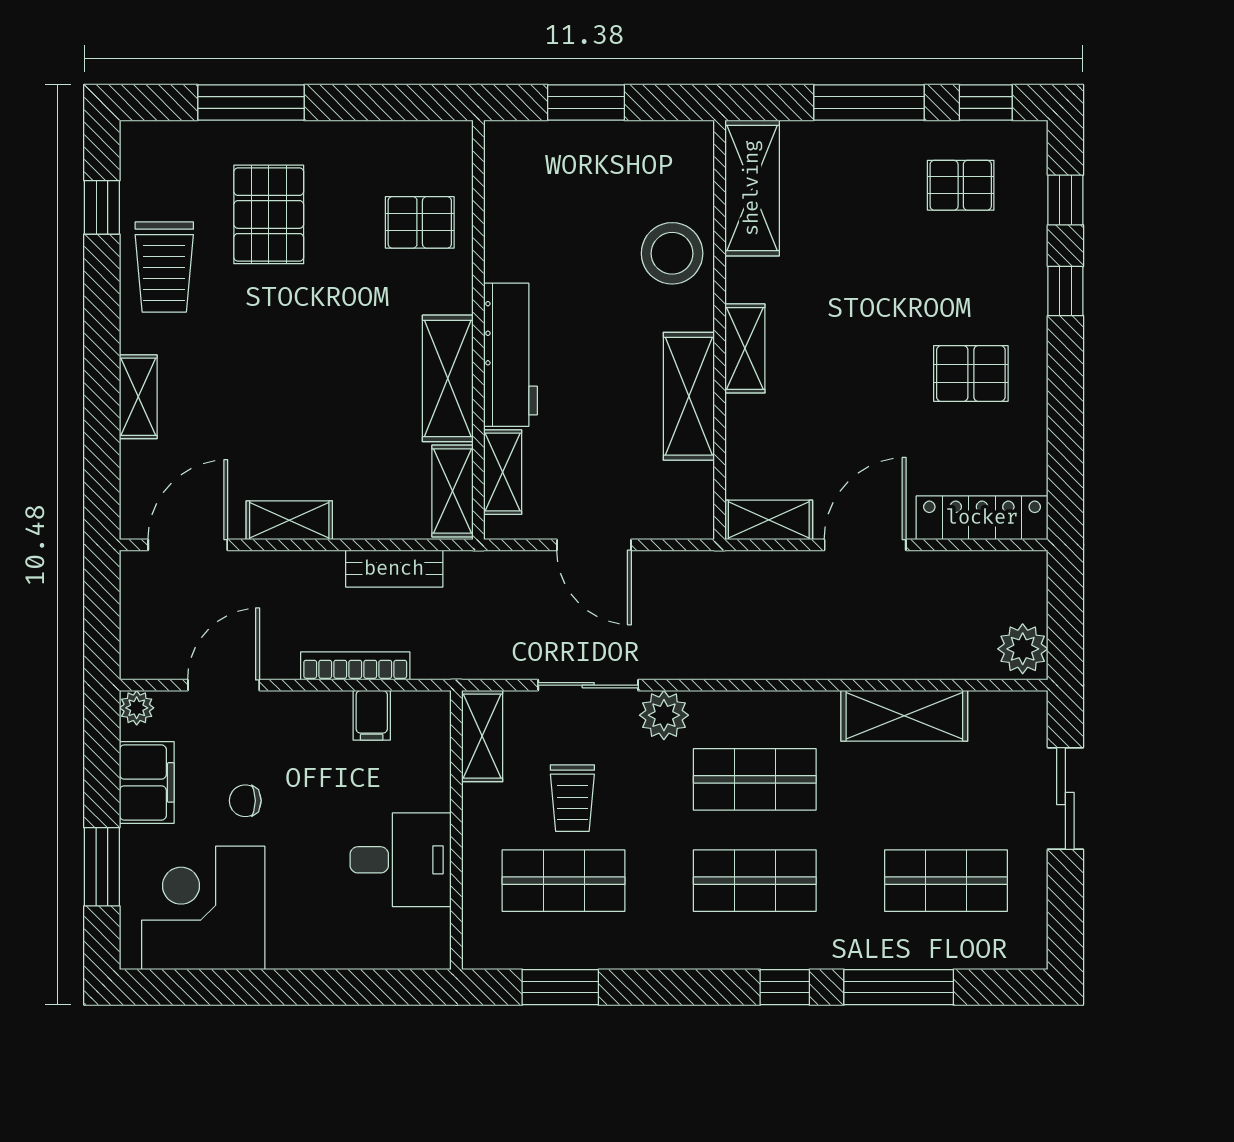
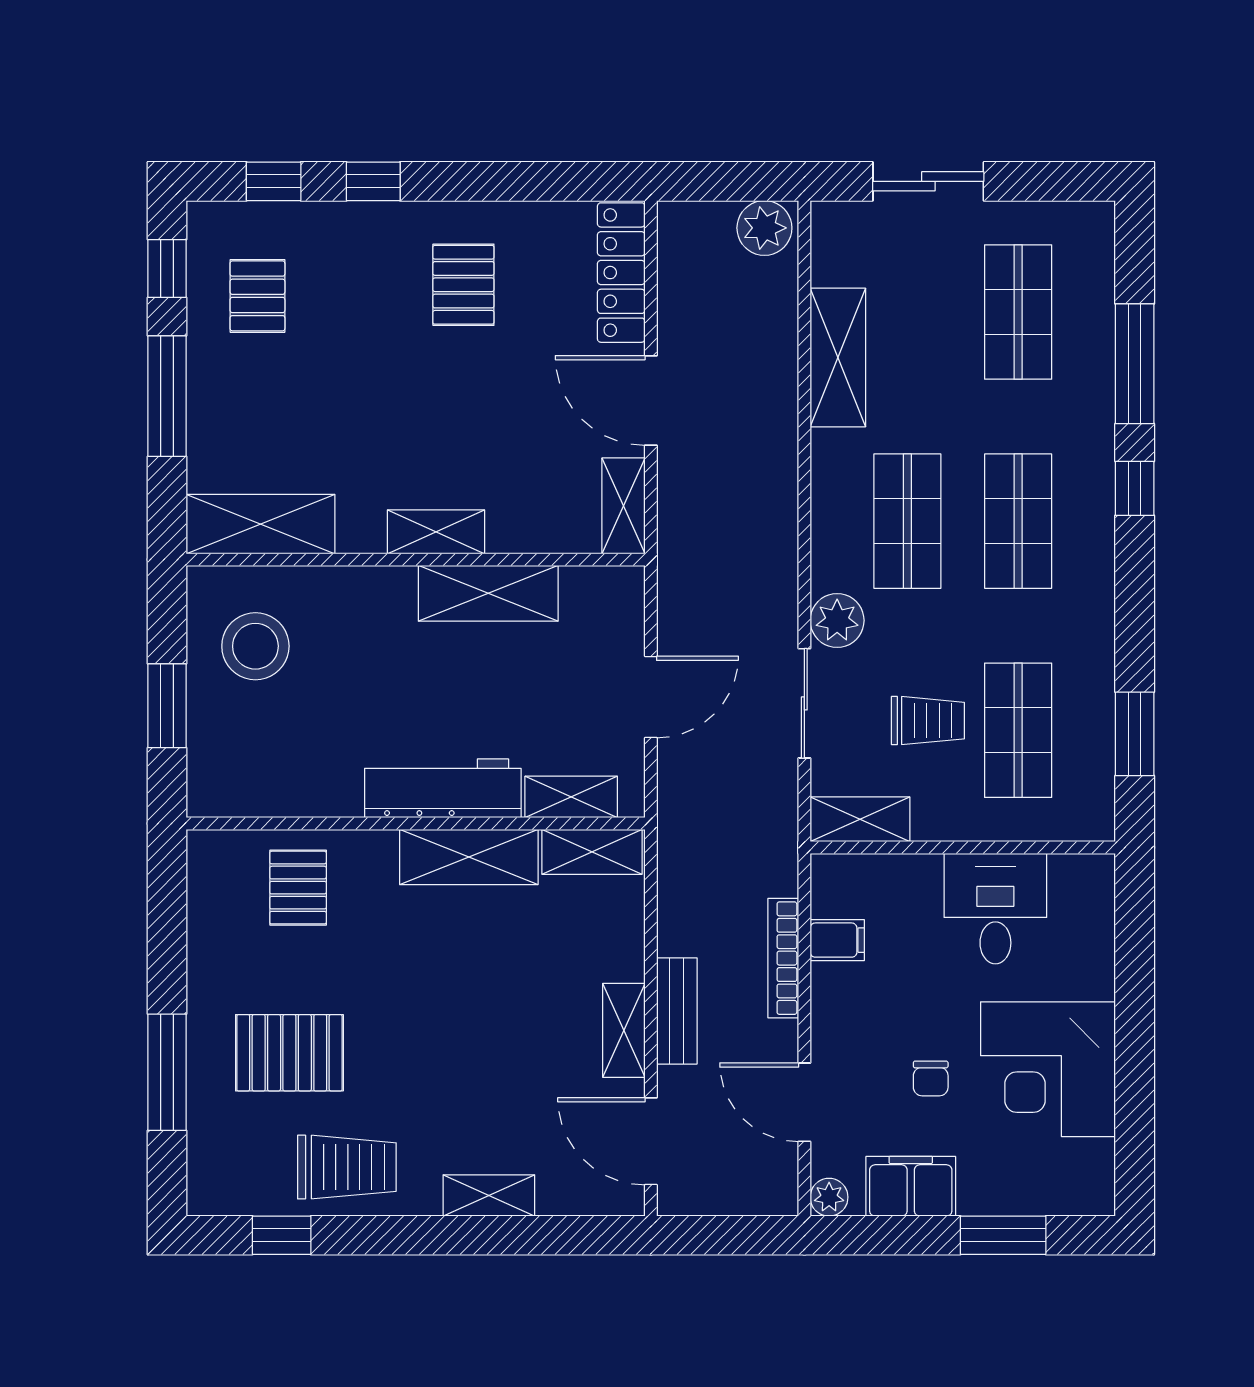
stool: (672, 253) -> (255, 646), moved
bench: (394, 569) -> (677, 1011), moved
corner desk: (203, 908) -> (1048, 1069), moved

